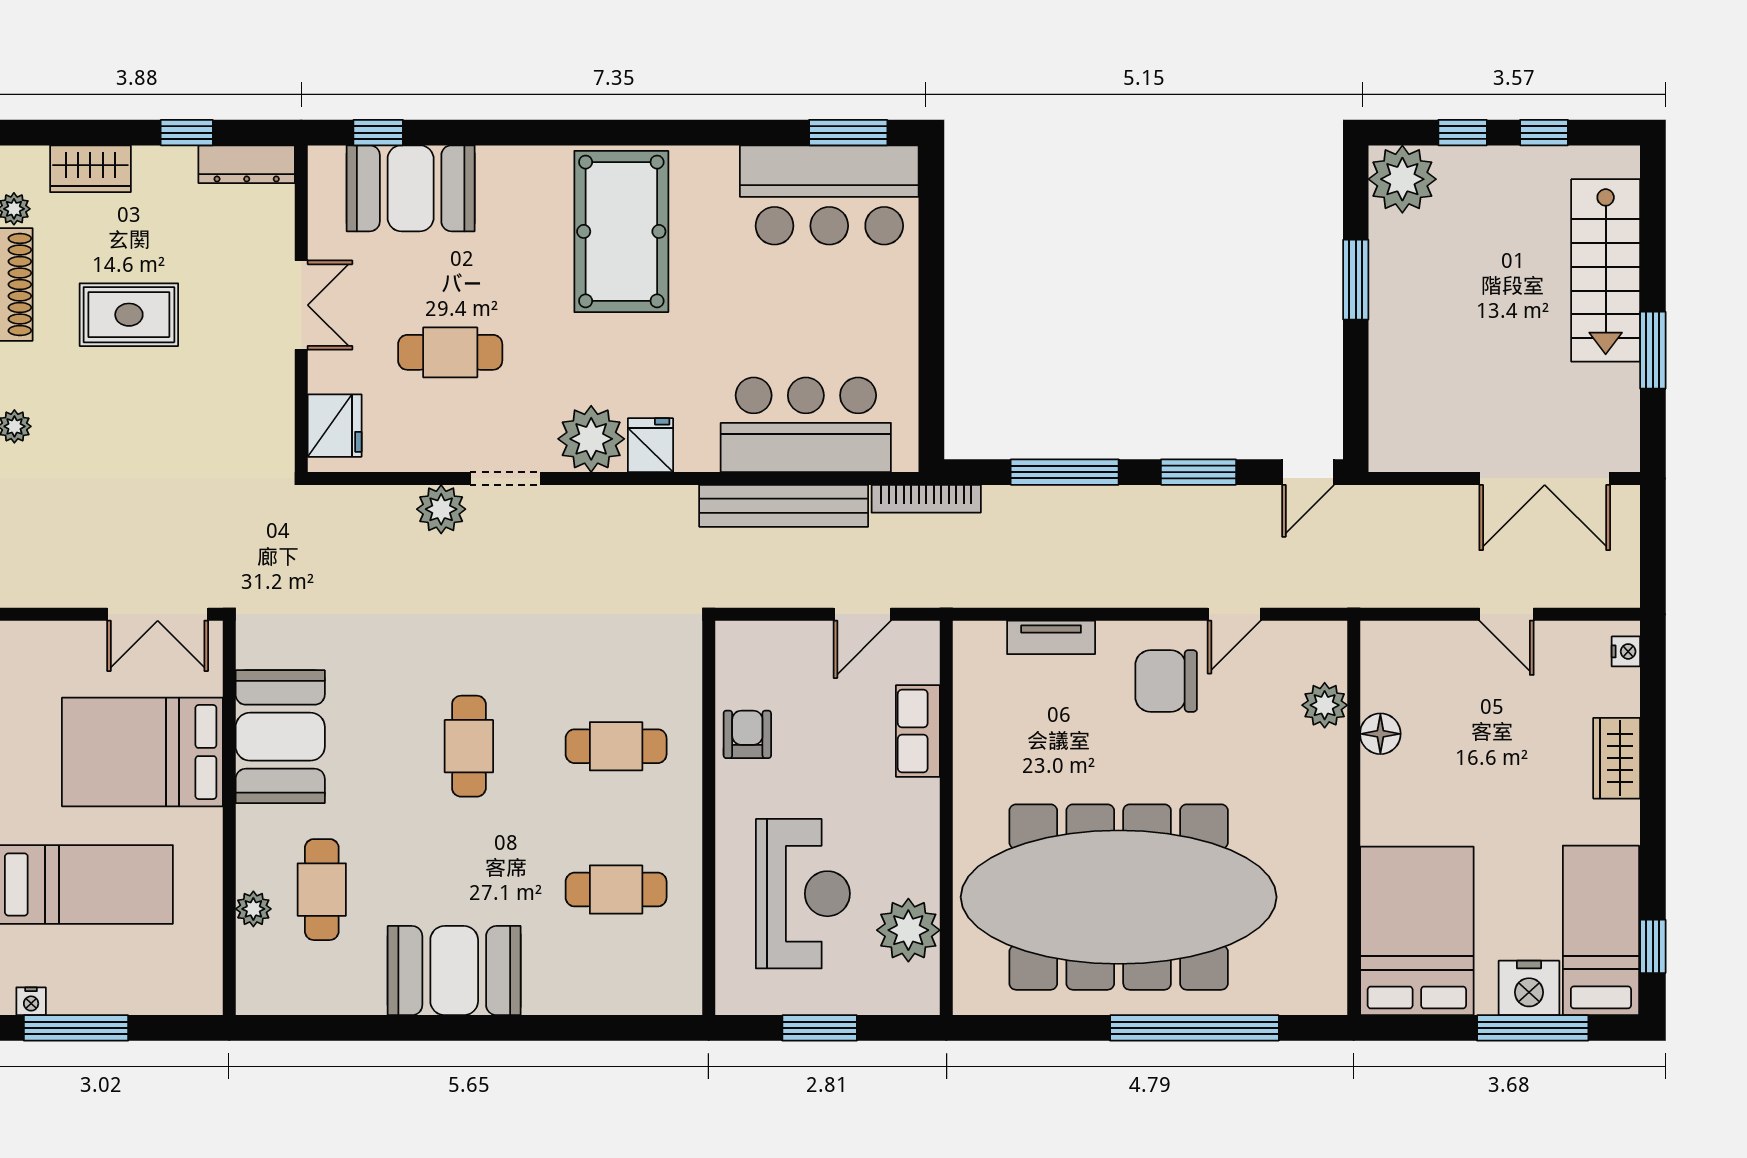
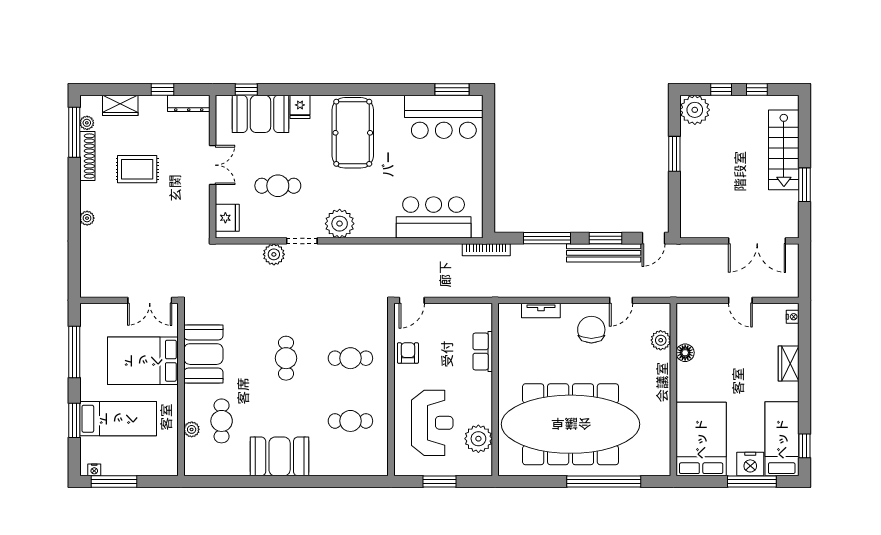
fridge: (650, 445) -> (300, 107), moved, turned 180
bench: (784, 506) -> (604, 253), moved
door: (862, 614) -> (412, 300), moved
chair: (1166, 681) -> (591, 330), turned 90

